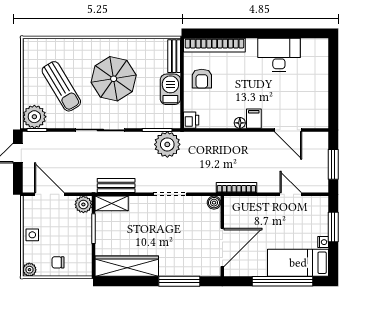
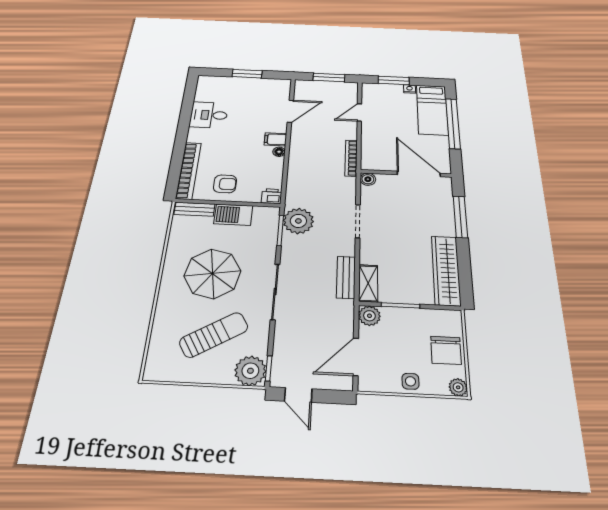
desk: (279, 55) -> (209, 115), width x0.73
window: (333, 85) -> (247, 74), added
chair: (58, 262) -> (446, 350), width x1.87, depth x1.87

